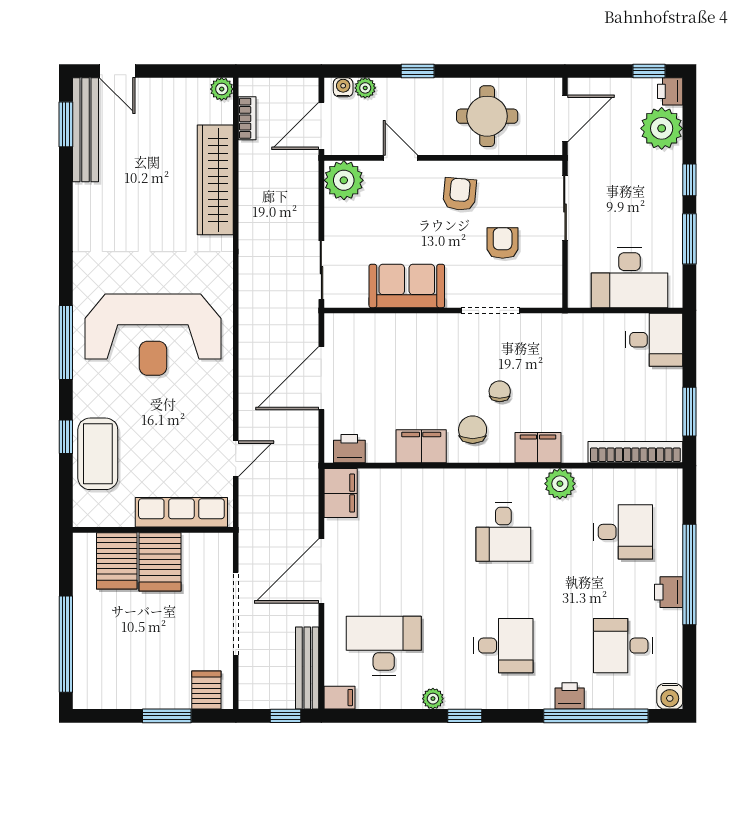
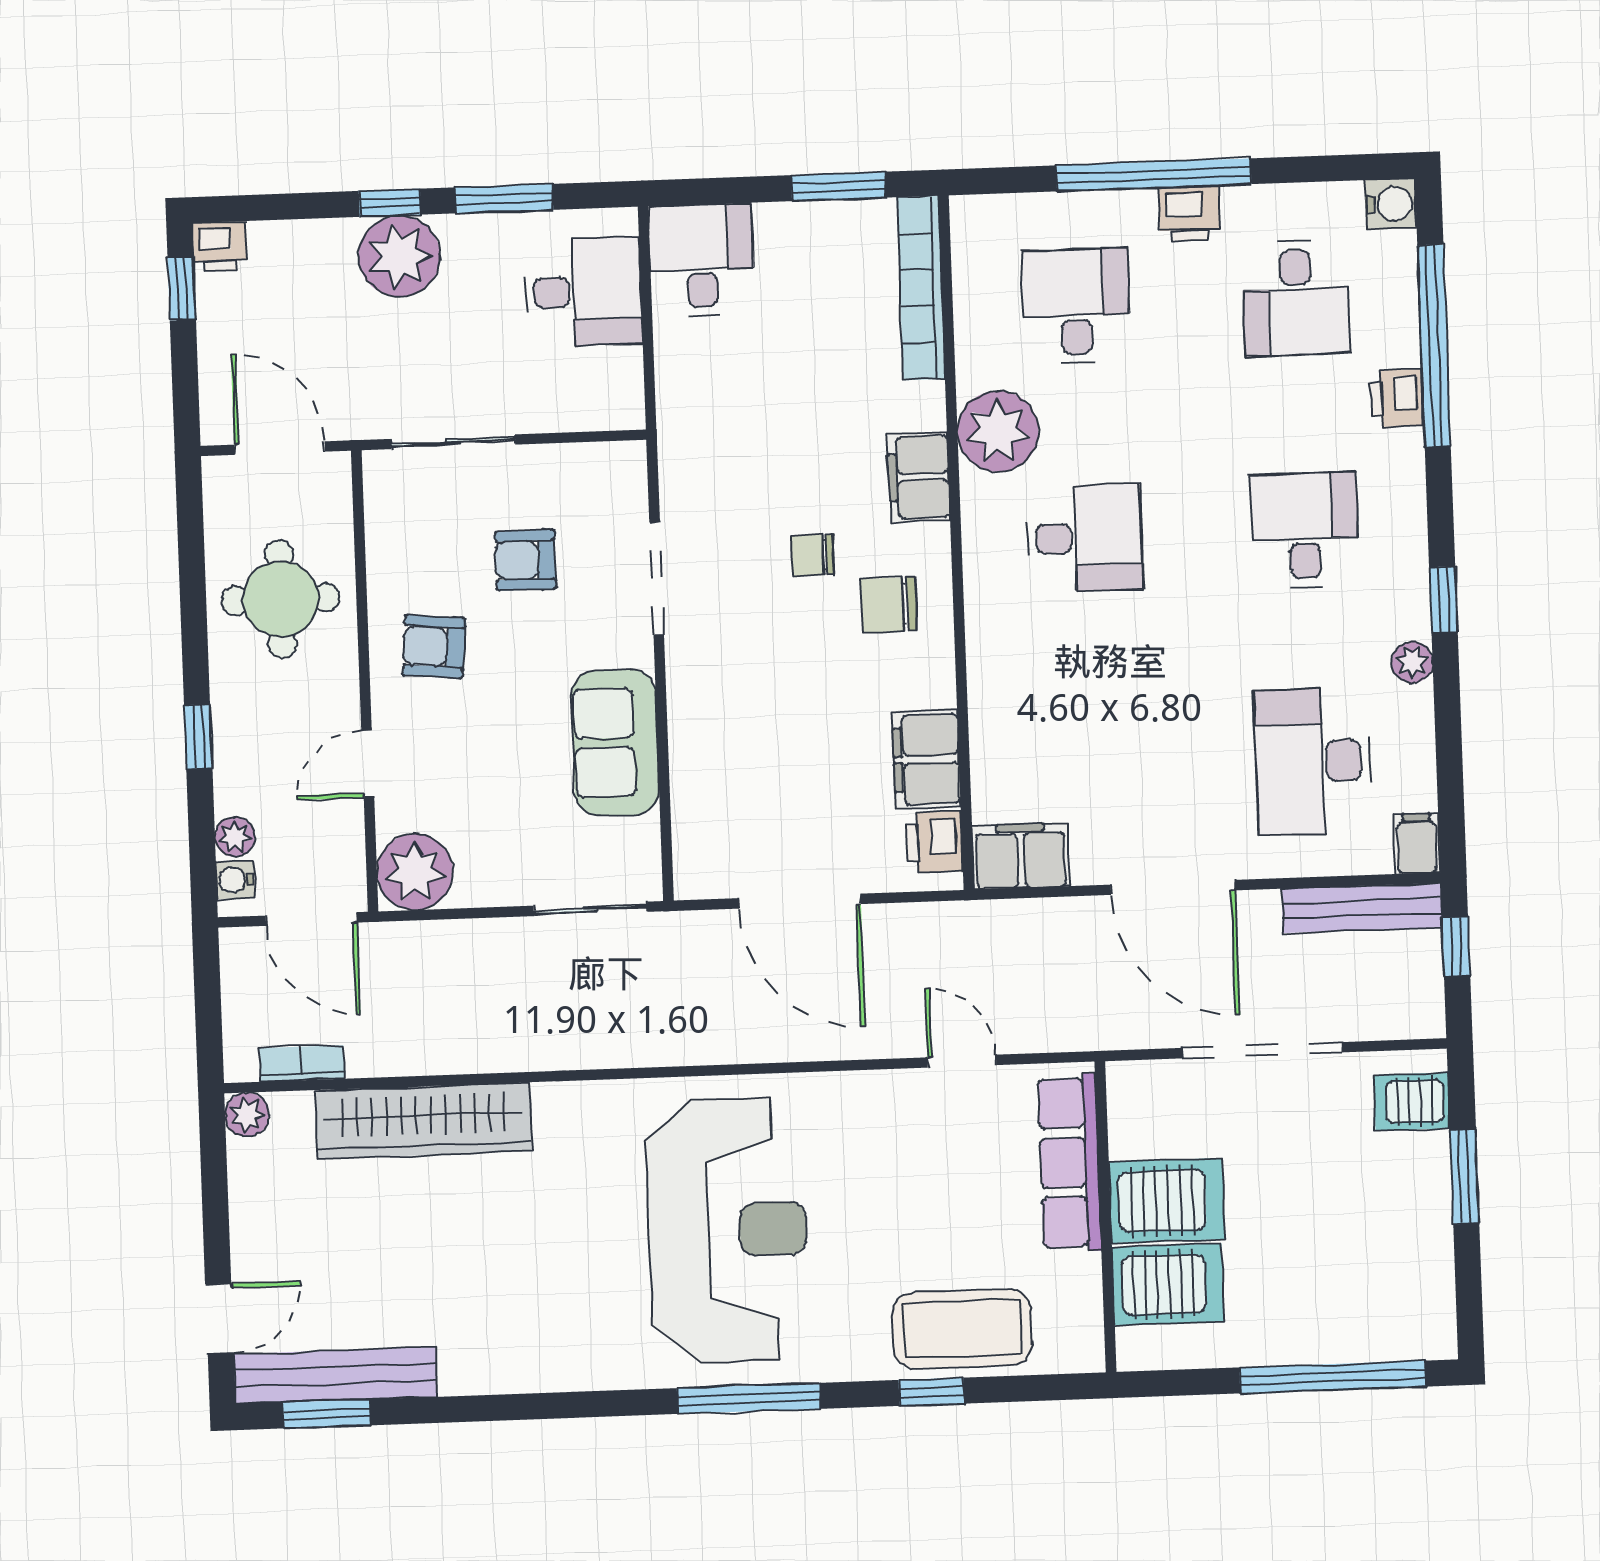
plant: (662, 128) -> (399, 256), moved
desk: (630, 278) -> (583, 292), width x0.73
filing cabinet: (421, 446) -> (927, 759), moved
plant: (560, 484) -> (998, 431), width x1.36, depth x1.36

